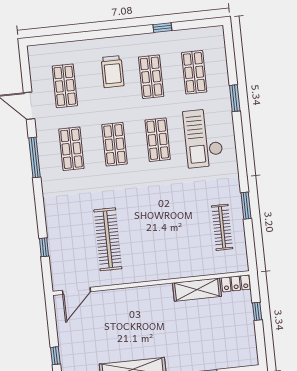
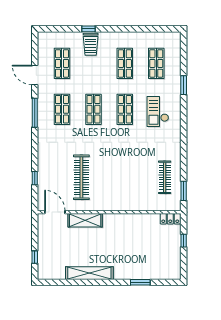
window: (162, 28) -> (89, 29), moved
trolley: (112, 72) -> (91, 44), moved
checkout: (203, 138) -> (158, 112), width x0.73, depth x0.83
window: (246, 206) -> (184, 191), moved
shelving: (197, 290) -> (85, 220), moved
door: (76, 291) -> (55, 212), swing flipped

